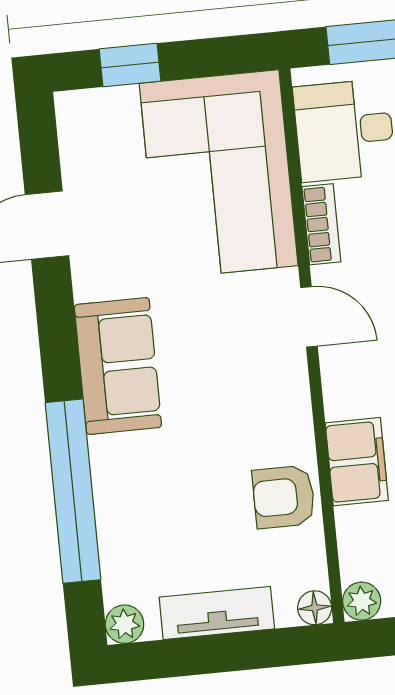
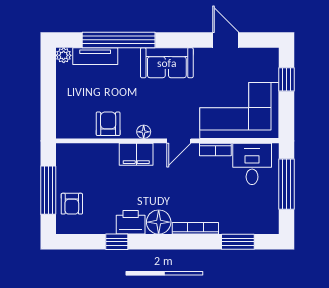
filing cabinet: (357, 462) -> (136, 154), moved
plant: (362, 601) -> (63, 151), removed
floor lamp: (315, 608) -> (144, 132), moved
tv unit: (217, 613) -> (95, 56), moved, turned 90

